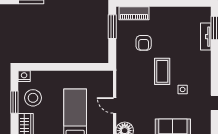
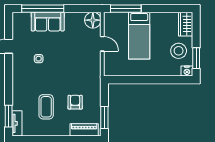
tv unit: (206, 37) -> (17, 123), moved
coffee table: (162, 71) -> (46, 107), moved
window: (14, 102) -> (196, 58), moved

